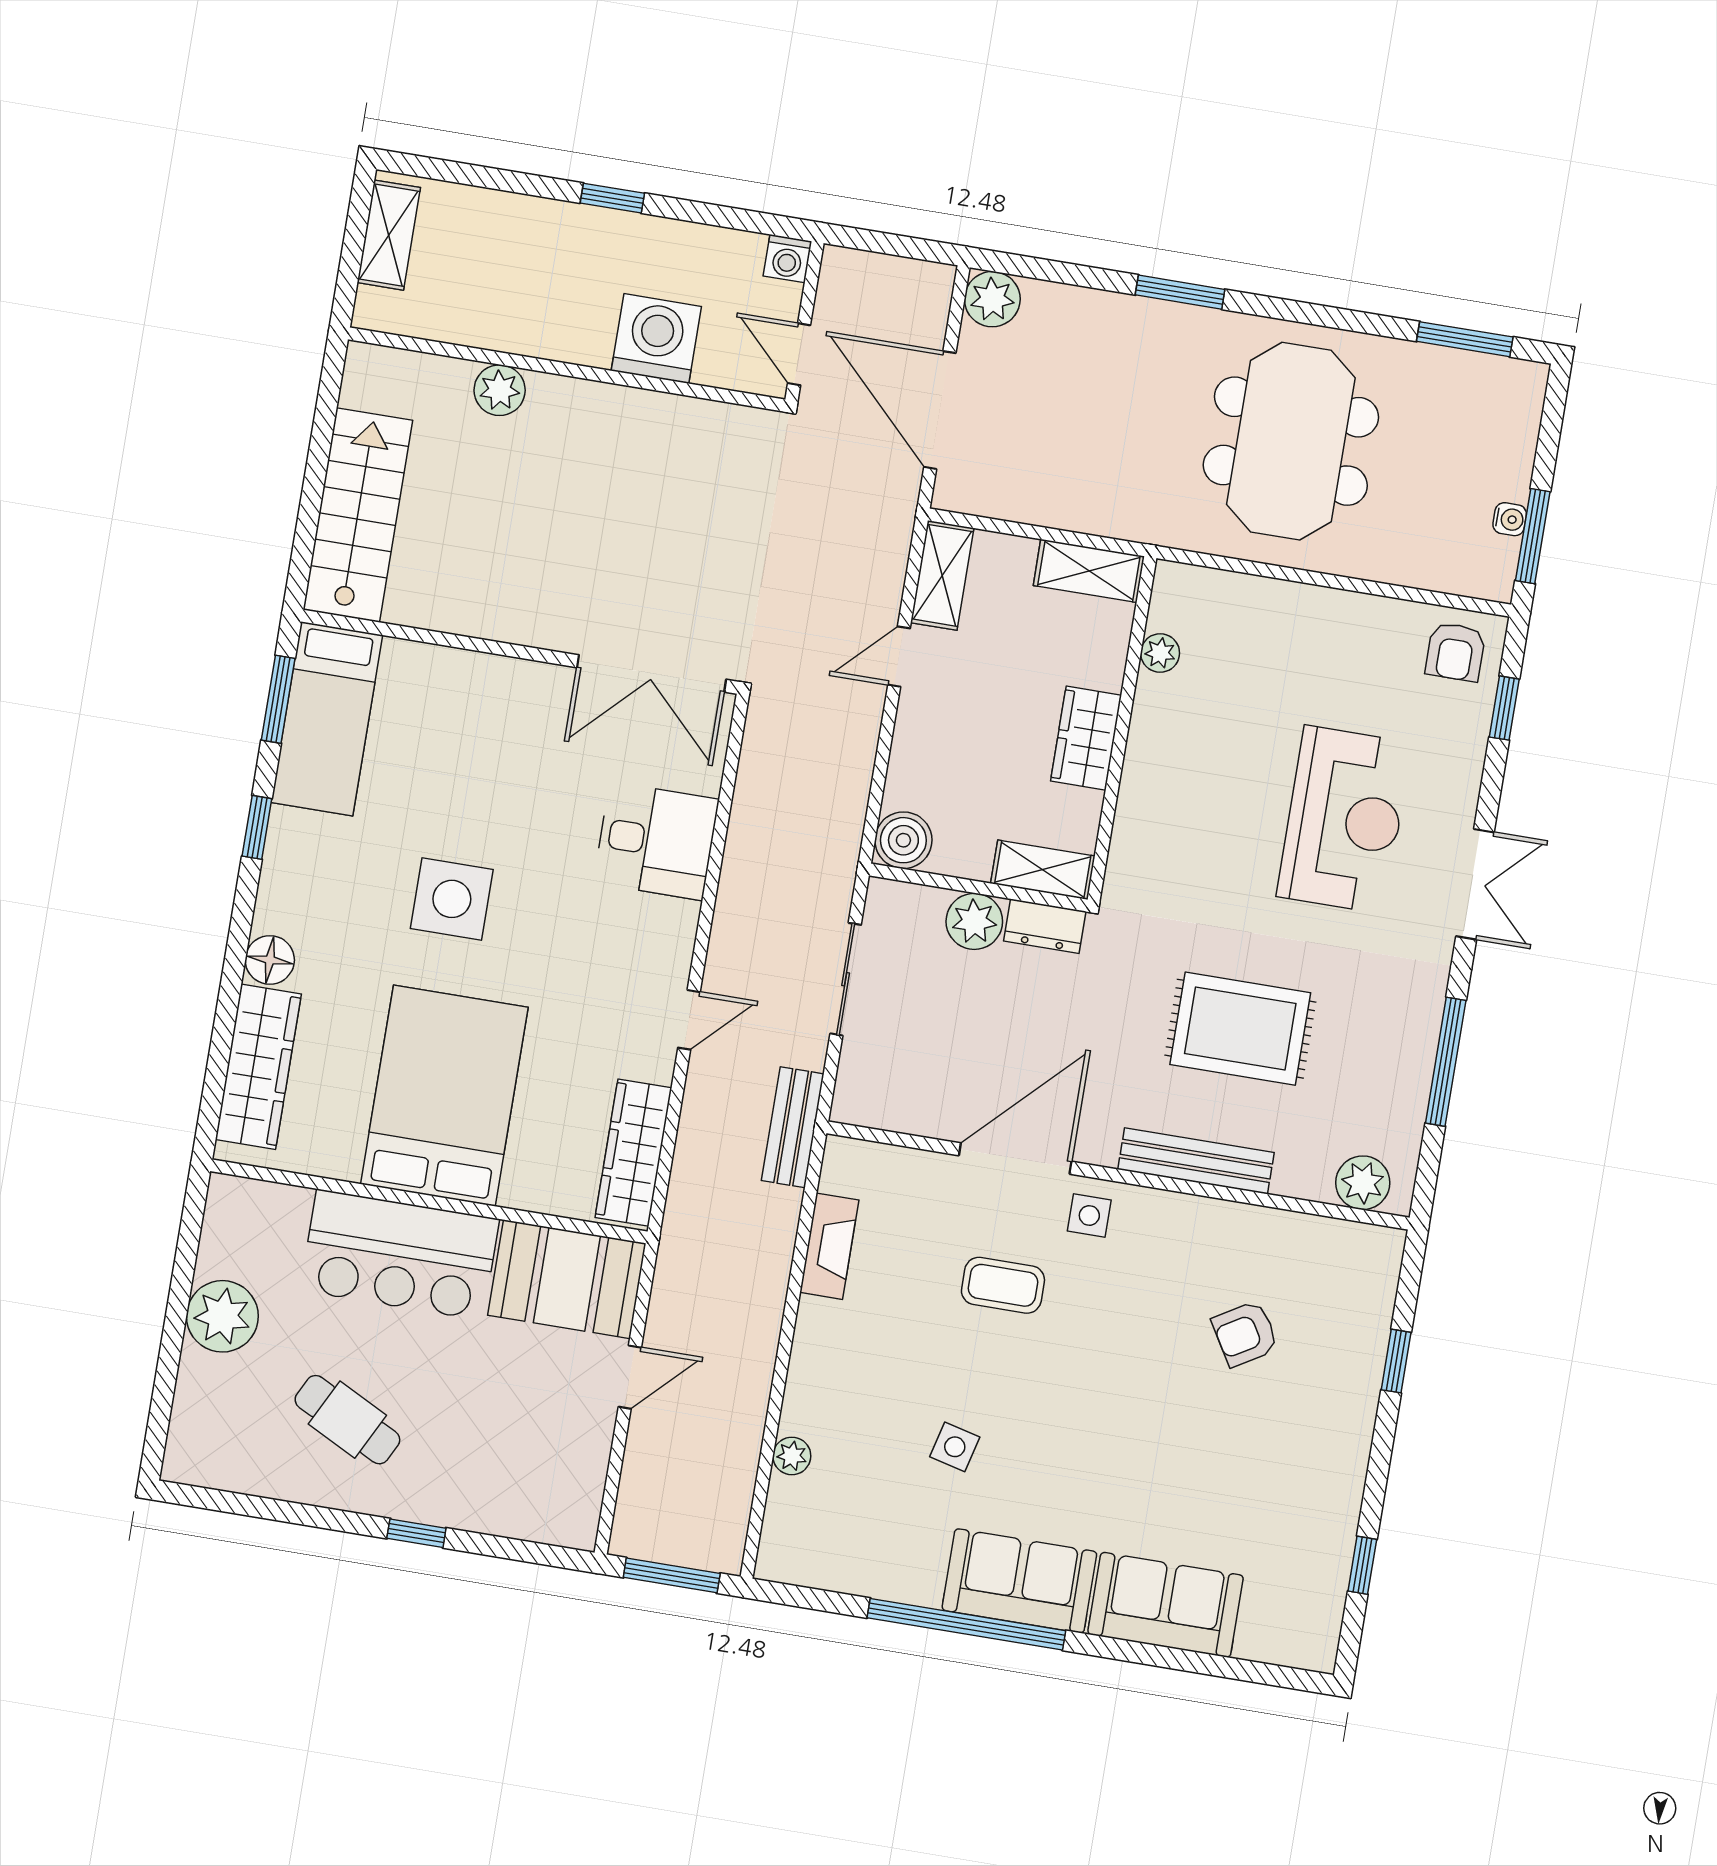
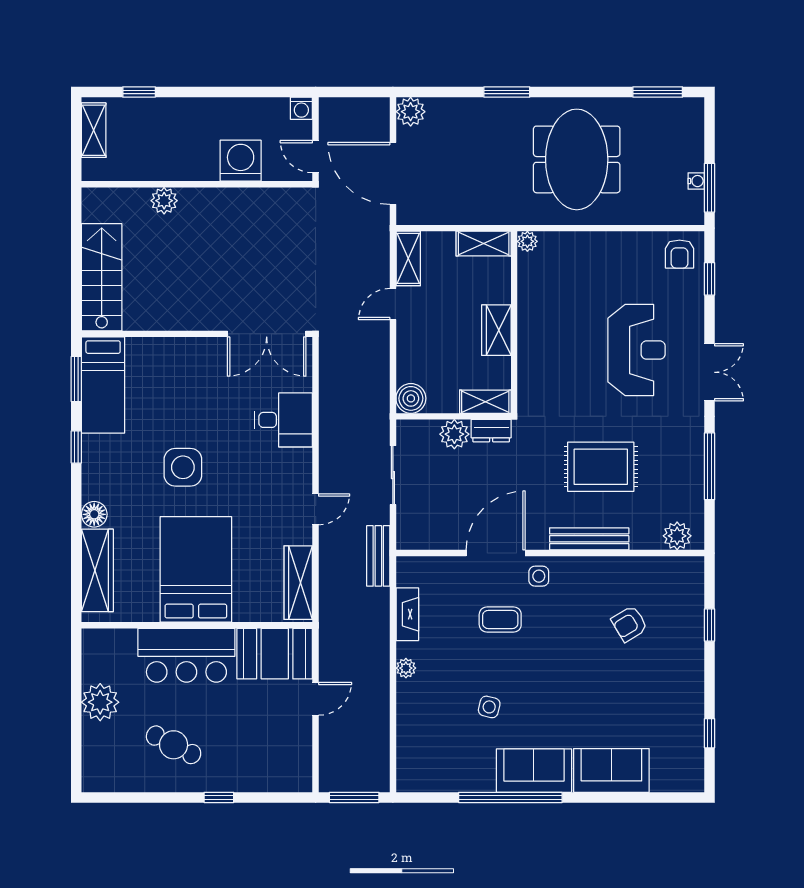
window: (612, 198) -> (139, 92), moved
plant: (1160, 653) -> (527, 241), moved
plant: (792, 1456) -> (406, 668), moved

